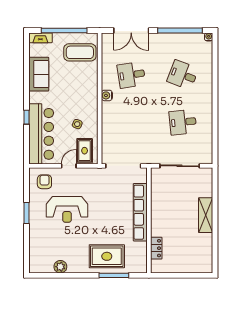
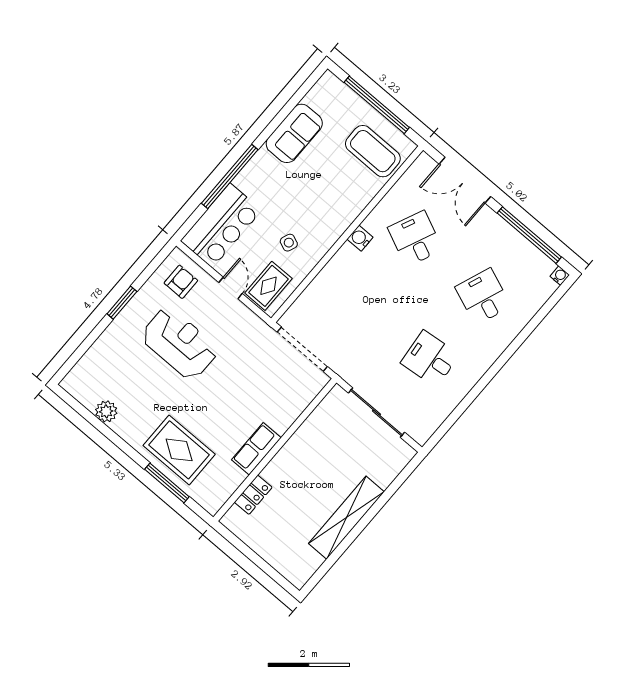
fireplace: (40, 38) -> (337, 88), removed
desk: (131, 75) -> (415, 239), turned 33
window: (26, 117) -> (230, 176), width x3.17
bar counter: (41, 134) -> (221, 225), width x0.73
door: (69, 166) -> (231, 288), hinge flipped
reception desk: (67, 209) -> (179, 343), turned 180
row of seats: (140, 212) -> (256, 449), width x0.50
shelving: (206, 215) -> (346, 518), width x1.47

